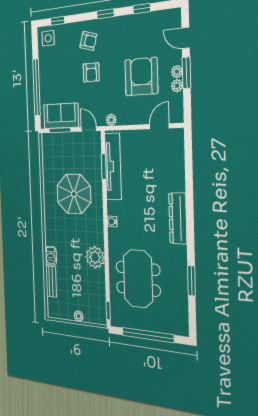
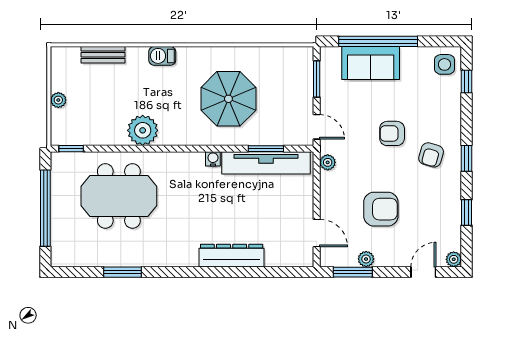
armchair: (88, 41) -> (431, 155), moved
plant: (177, 72) -> (454, 259), moved
window: (186, 73) -> (353, 272), moved
armchair: (141, 77) -> (381, 209), width x0.73, depth x0.73
sofa: (61, 116) -> (371, 63), moved, turned 90
door: (89, 129) -> (317, 127), hinge flipped
dresser: (178, 218) -> (232, 256), moved
water cooler: (112, 222) -> (213, 159), moved
barbecue: (51, 256) -> (162, 56), moved

